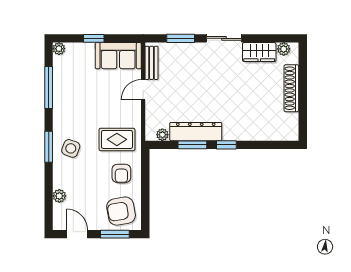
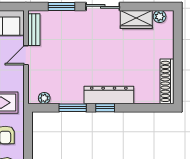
shoe rack: (291, 88) -> (167, 81), moved
dresser: (196, 132) -> (109, 95), moved

